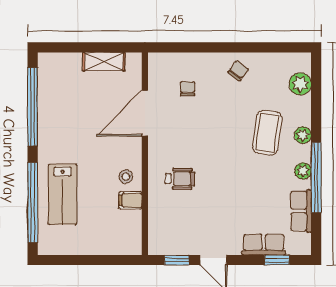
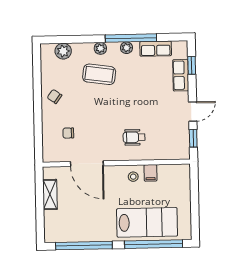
wheelchair: (180, 179) -> (134, 137), turned -91
lab bench: (63, 194) -> (147, 222), width x1.36, depth x1.39

